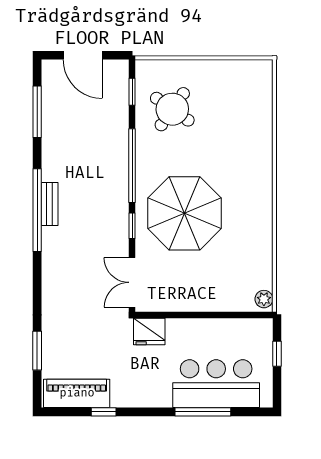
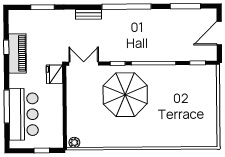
round table: (172, 109) -> (187, 87), removed
bench: (50, 204) -> (89, 14), moved
piano: (77, 393) -> (17, 53), moved

